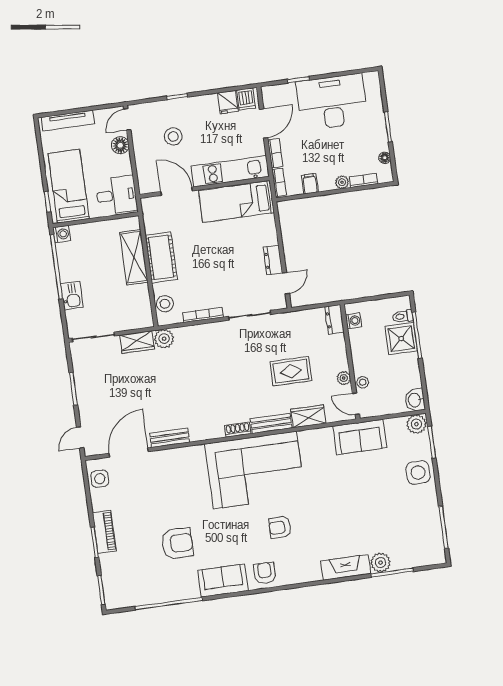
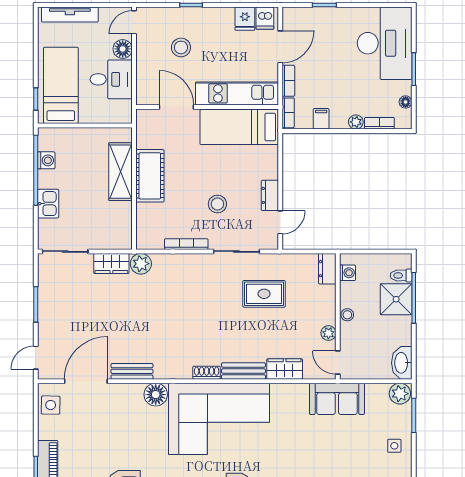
desk: (332, 102) -> (385, 43), moved, turned 90
desk: (117, 195) -> (111, 79), moved
washing machine: (62, 234) -> (46, 160), moved
stool: (165, 304) -> (217, 204), moved
rug: (291, 371) -> (264, 294), moved
stool: (363, 382) -> (347, 315), moved
washbasin: (415, 400) -> (402, 363), width x1.38
floor lamp: (194, 456) -> (156, 395), added
side table: (418, 472) -> (394, 446), width x0.54, depth x0.54

